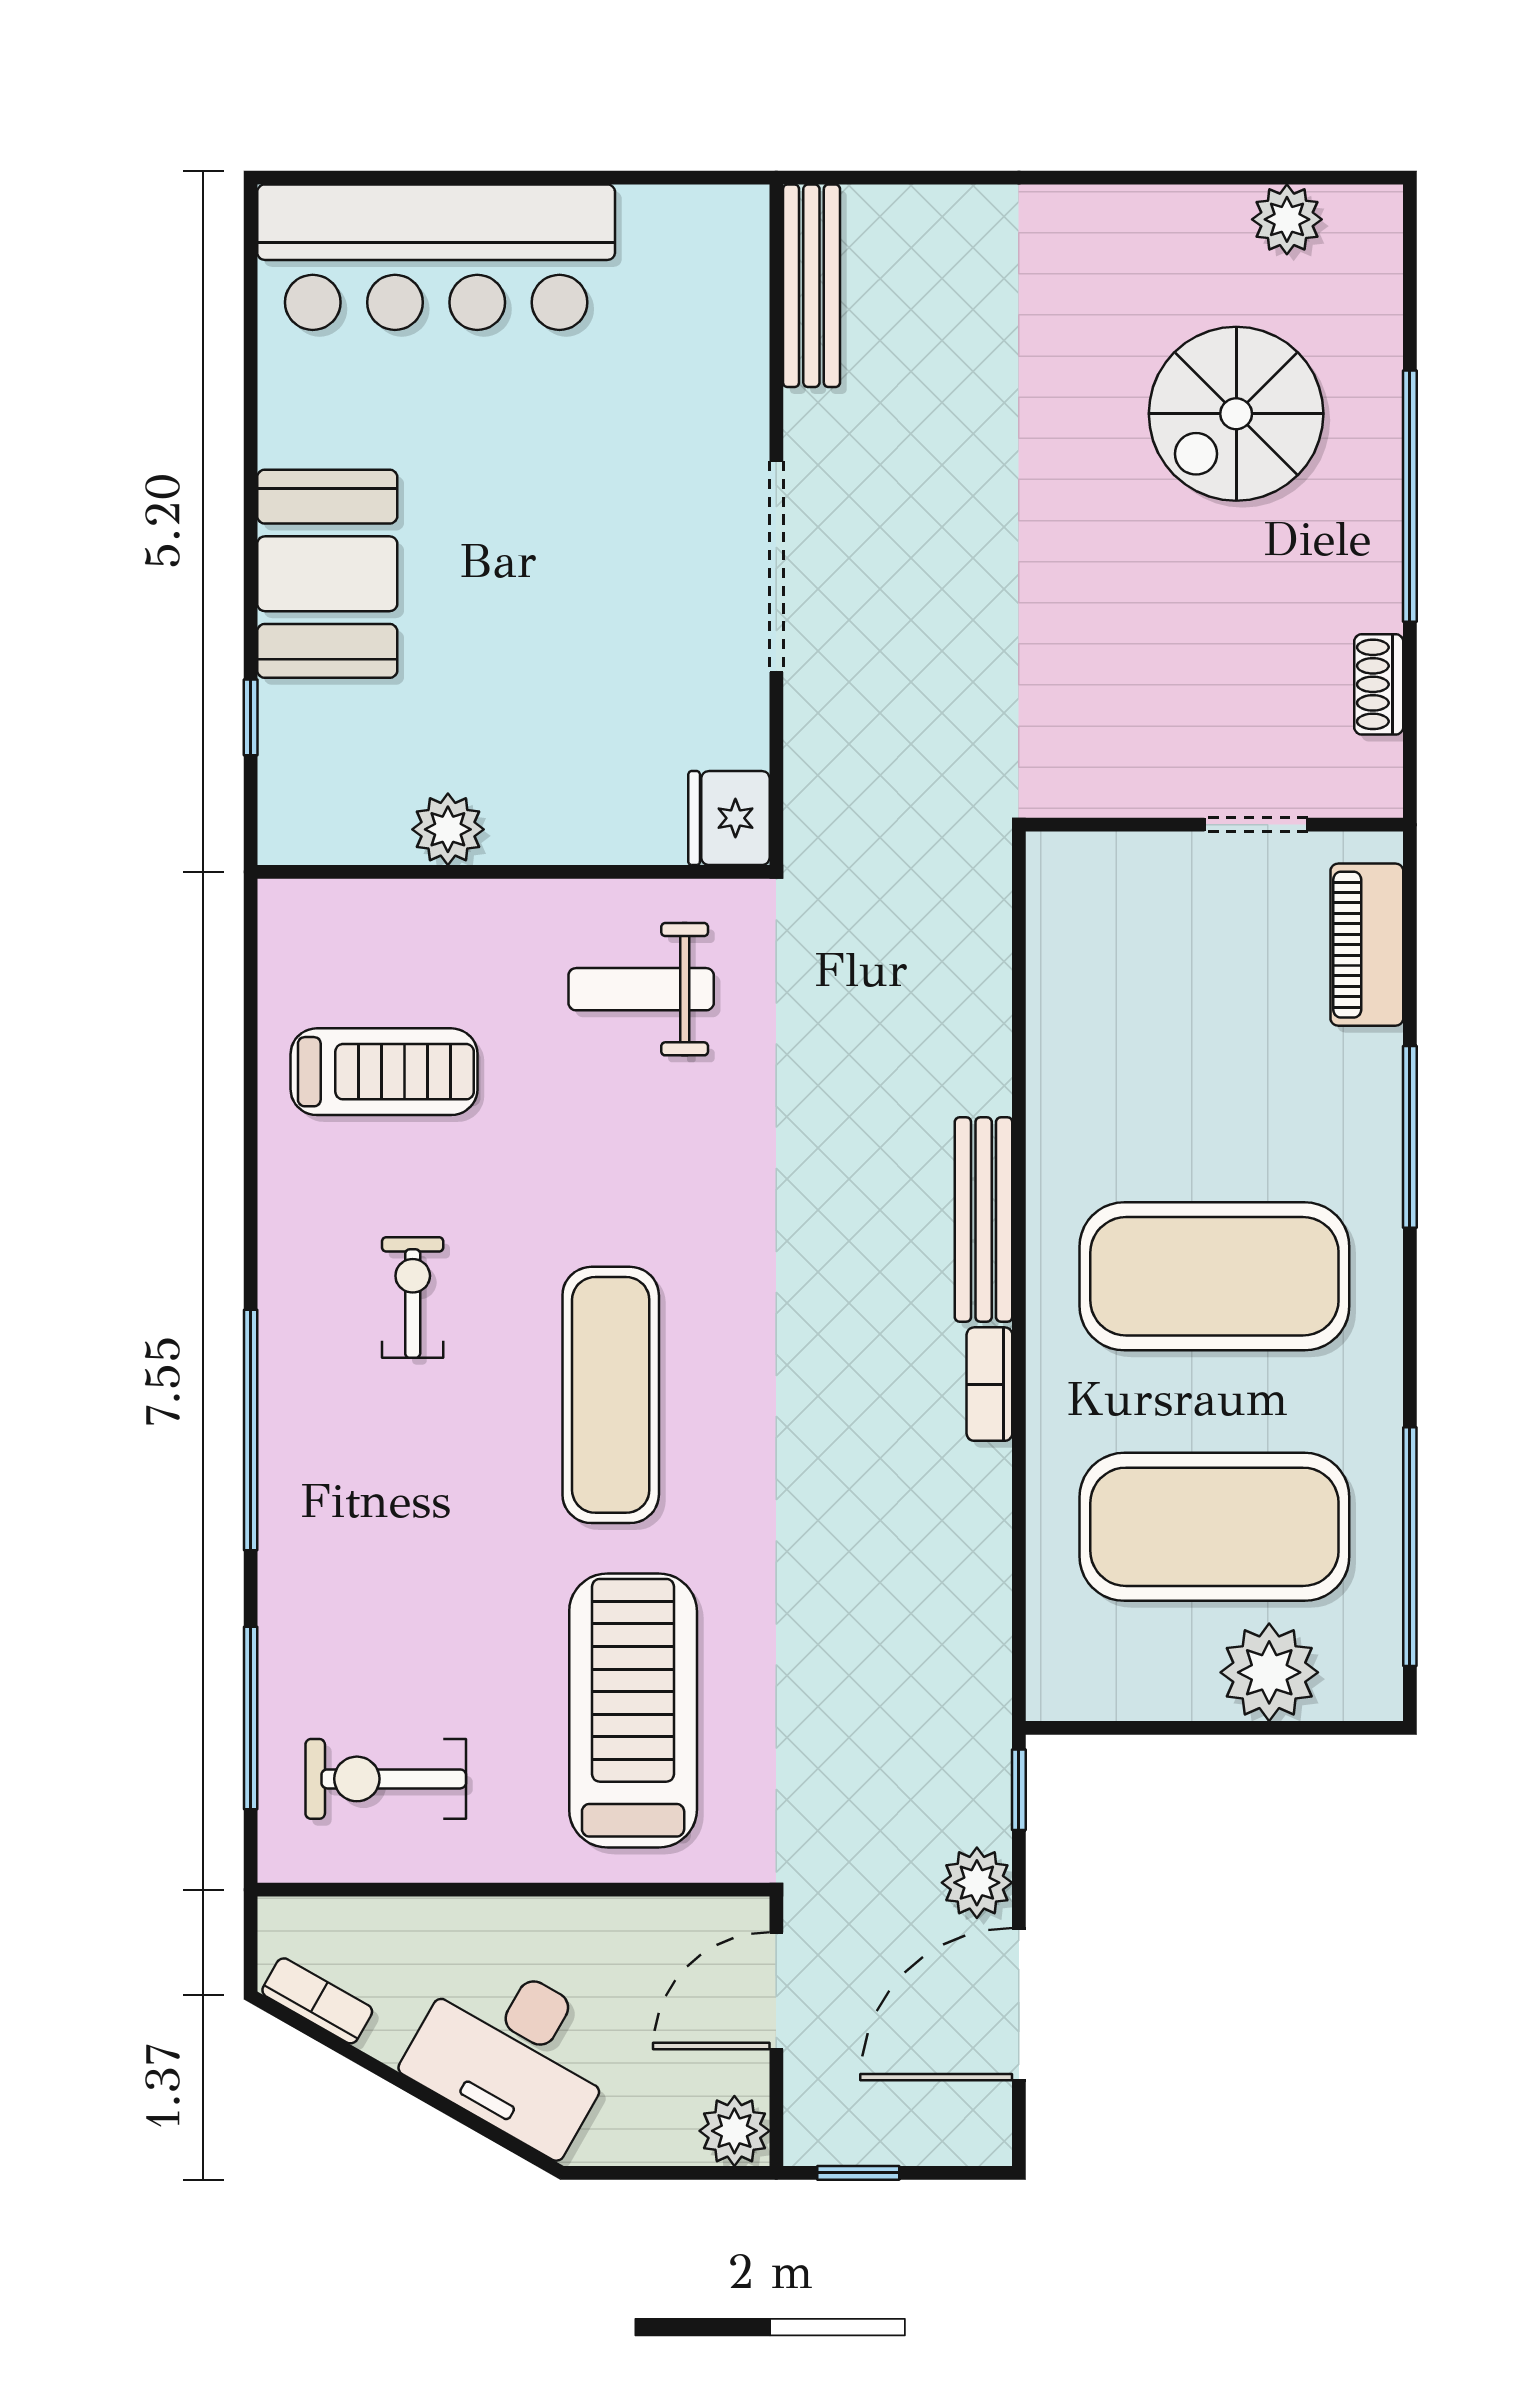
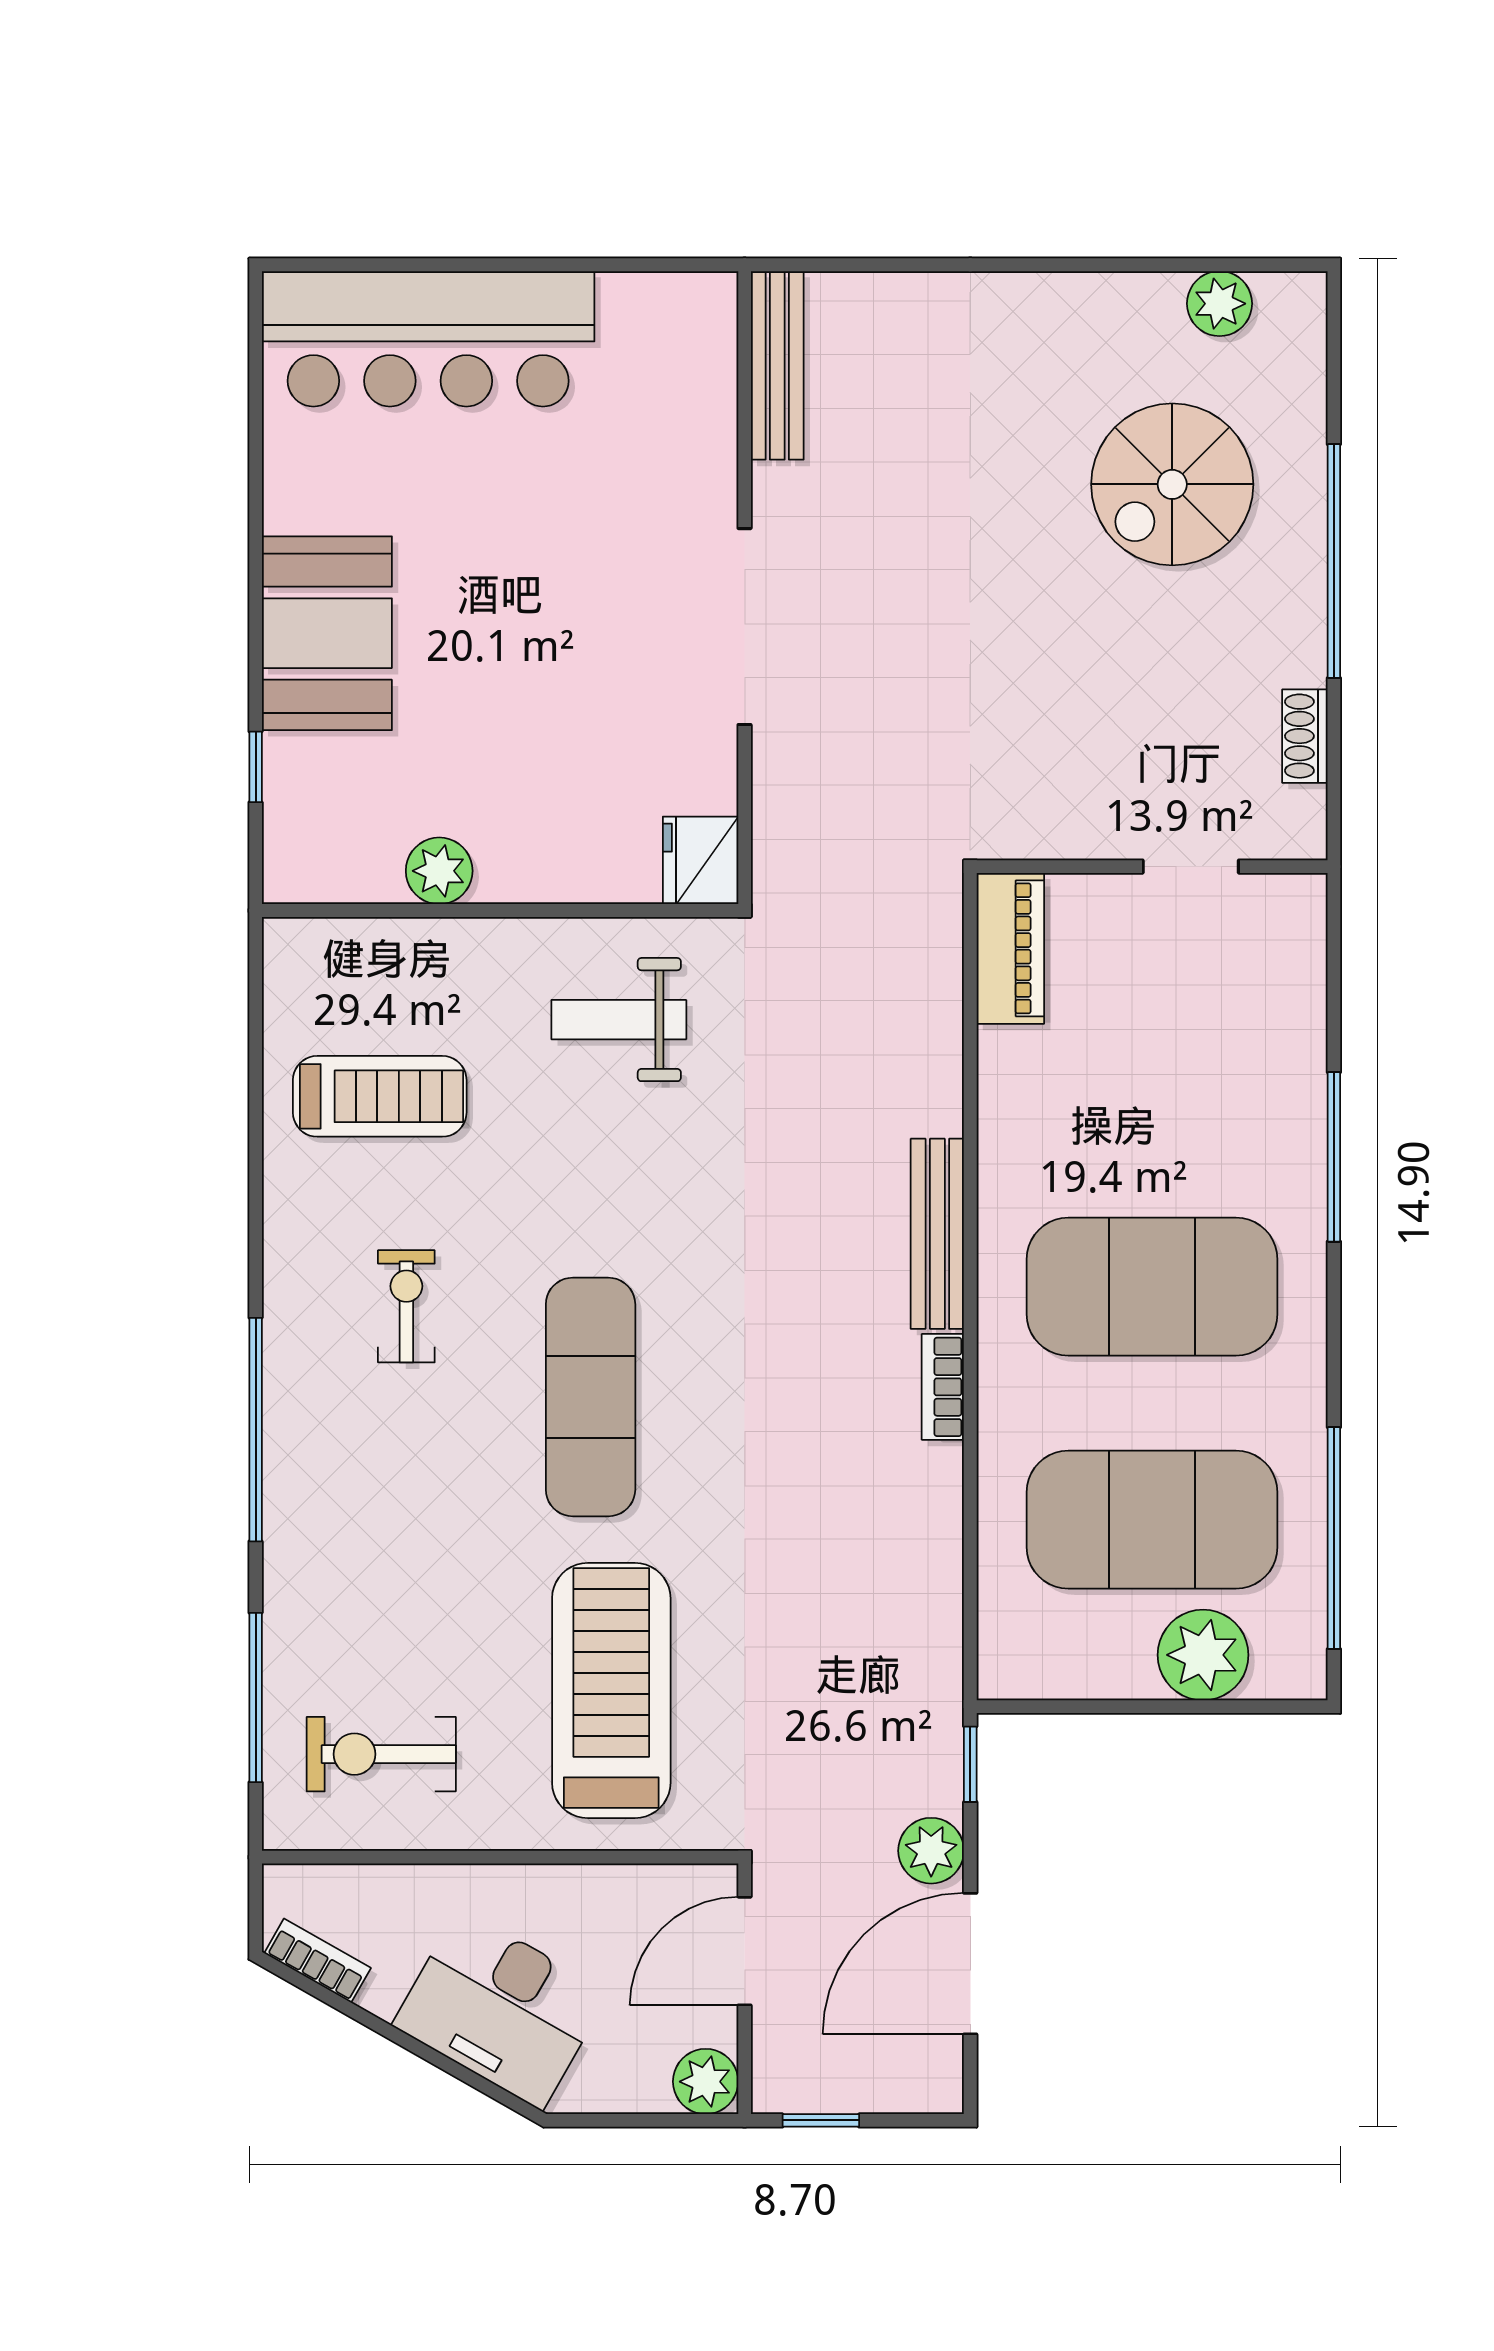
piano: (1367, 945) -> (1010, 948), moved, turned 180

